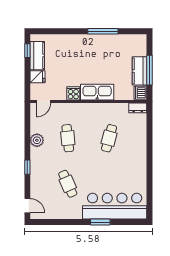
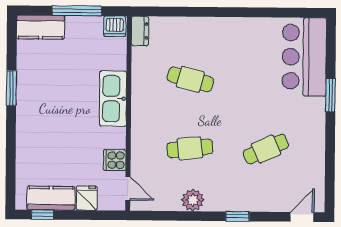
window: (103, 31) -> (11, 88), width x0.69
kitchen counter: (139, 71) -> (41, 27), moved
cooker: (73, 93) -> (115, 160), moved
bar counter: (115, 206) -> (304, 57), width x0.73

